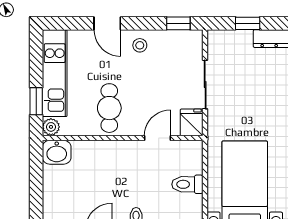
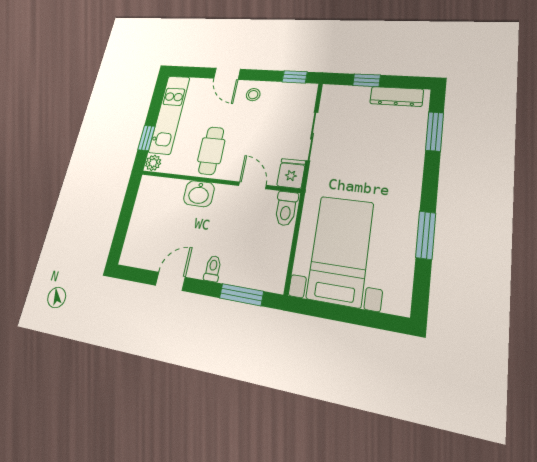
door: (157, 138) -> (252, 185), hinge flipped
washbasin: (57, 152) -> (199, 194), moved
toilet: (187, 184) -> (286, 208), moved, turned -90

